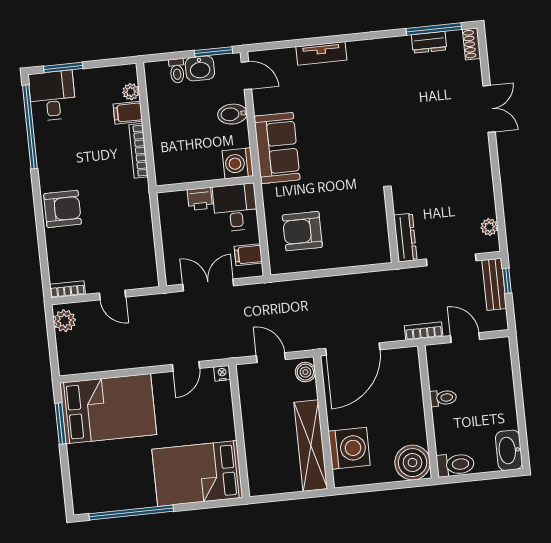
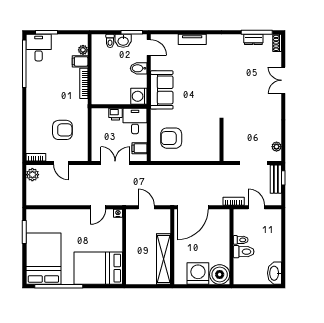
double door: (489, 109) -> (283, 80), swing flipped
armchair: (63, 209) -> (62, 130), moved
dresser: (405, 237) -> (229, 148), removed
boiler: (305, 372) -> (165, 217), removed
bed: (108, 409) -> (43, 259), moved, turned -90
washing machine: (349, 448) -> (198, 274), moved, turned -90
toilet: (455, 465) -> (244, 252), moved

